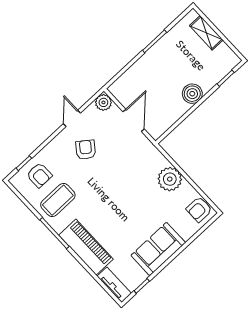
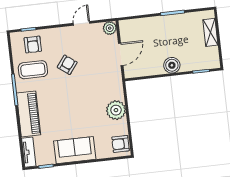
armchair: (86, 150) -> (67, 65), moved

